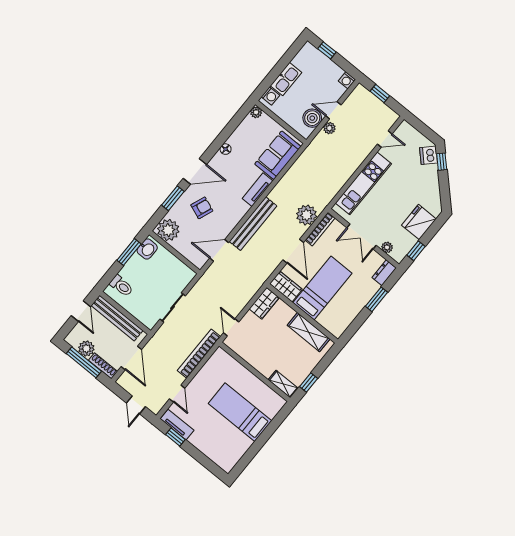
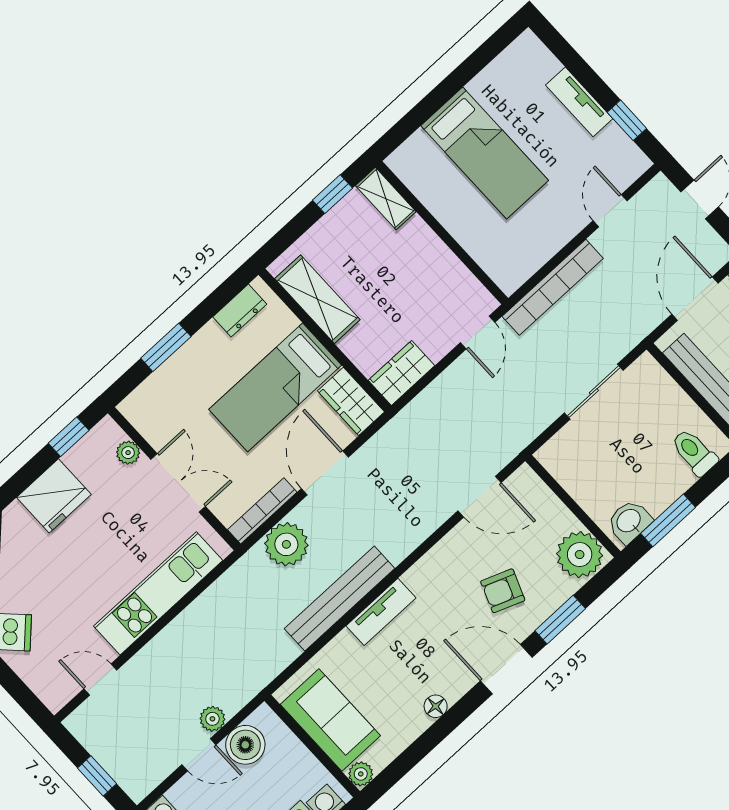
sofa: (278, 155) -> (330, 720), moved, turned -90
bench: (253, 224) -> (340, 599), moved
dresser: (384, 273) -> (240, 311), moved
tv unit: (177, 425) -> (579, 102), moved

